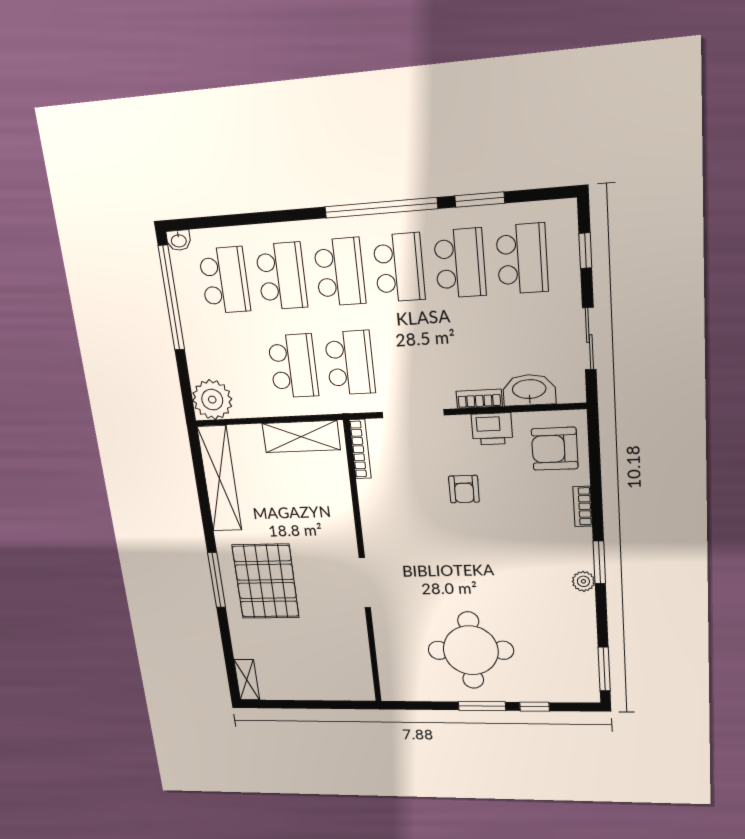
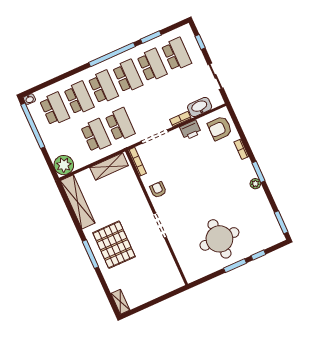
armchair: (464, 489) -> (158, 190), moved, turned 180

